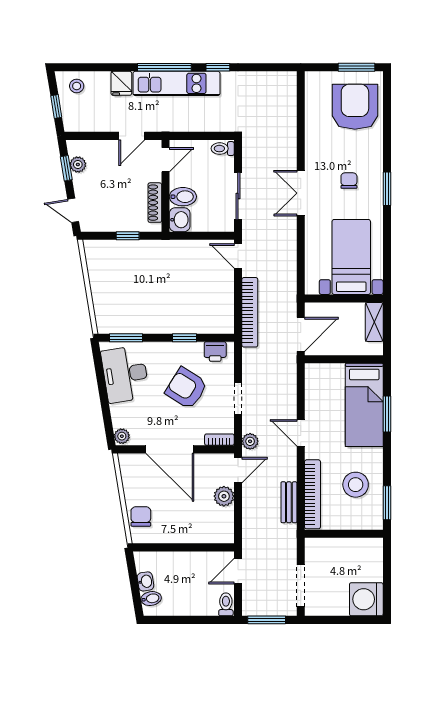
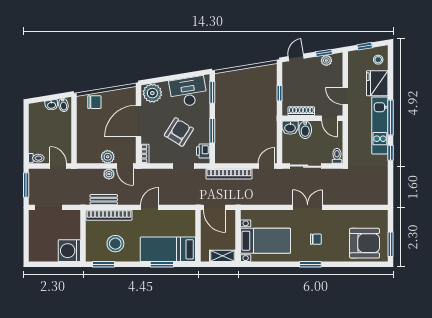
fridge: (121, 83) -> (377, 83), width x1.88, depth x1.34
window: (184, 338) -> (212, 131), width x1.50
doorway: (238, 399) -> (184, 166), moved
plant: (122, 436) -> (152, 93), width x1.88, depth x1.88
plant: (250, 441) -> (109, 174), moved
bidet: (151, 599) -> (63, 105), moved
washing machine: (366, 599) -> (69, 251), moved, turned -90

